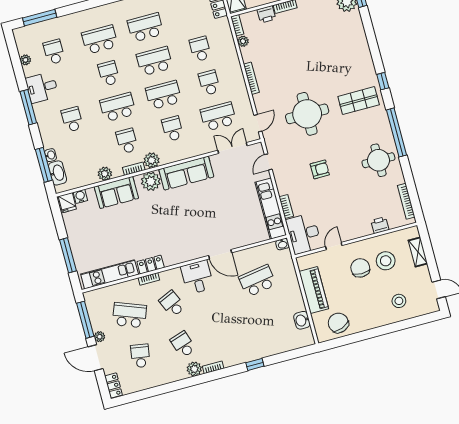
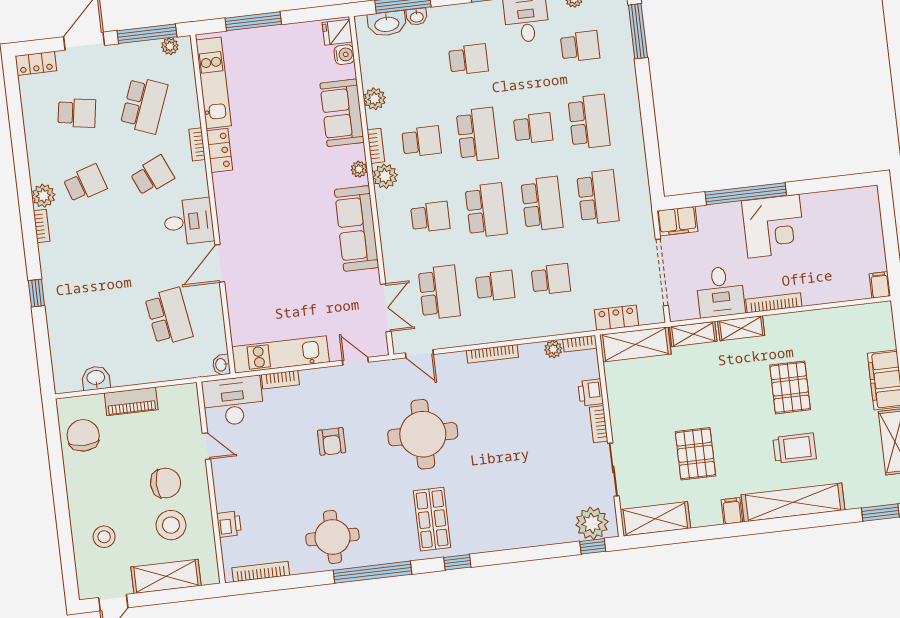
plant: (151, 181) -> (359, 169), width x0.53, depth x0.53
shelving: (418, 252) -> (166, 576), width x1.50, depth x1.33
piano: (314, 290) -> (131, 401), width x0.73, depth x0.75
chair: (338, 323) -> (83, 435), turned -69
plant: (100, 337) -> (170, 46), moved

